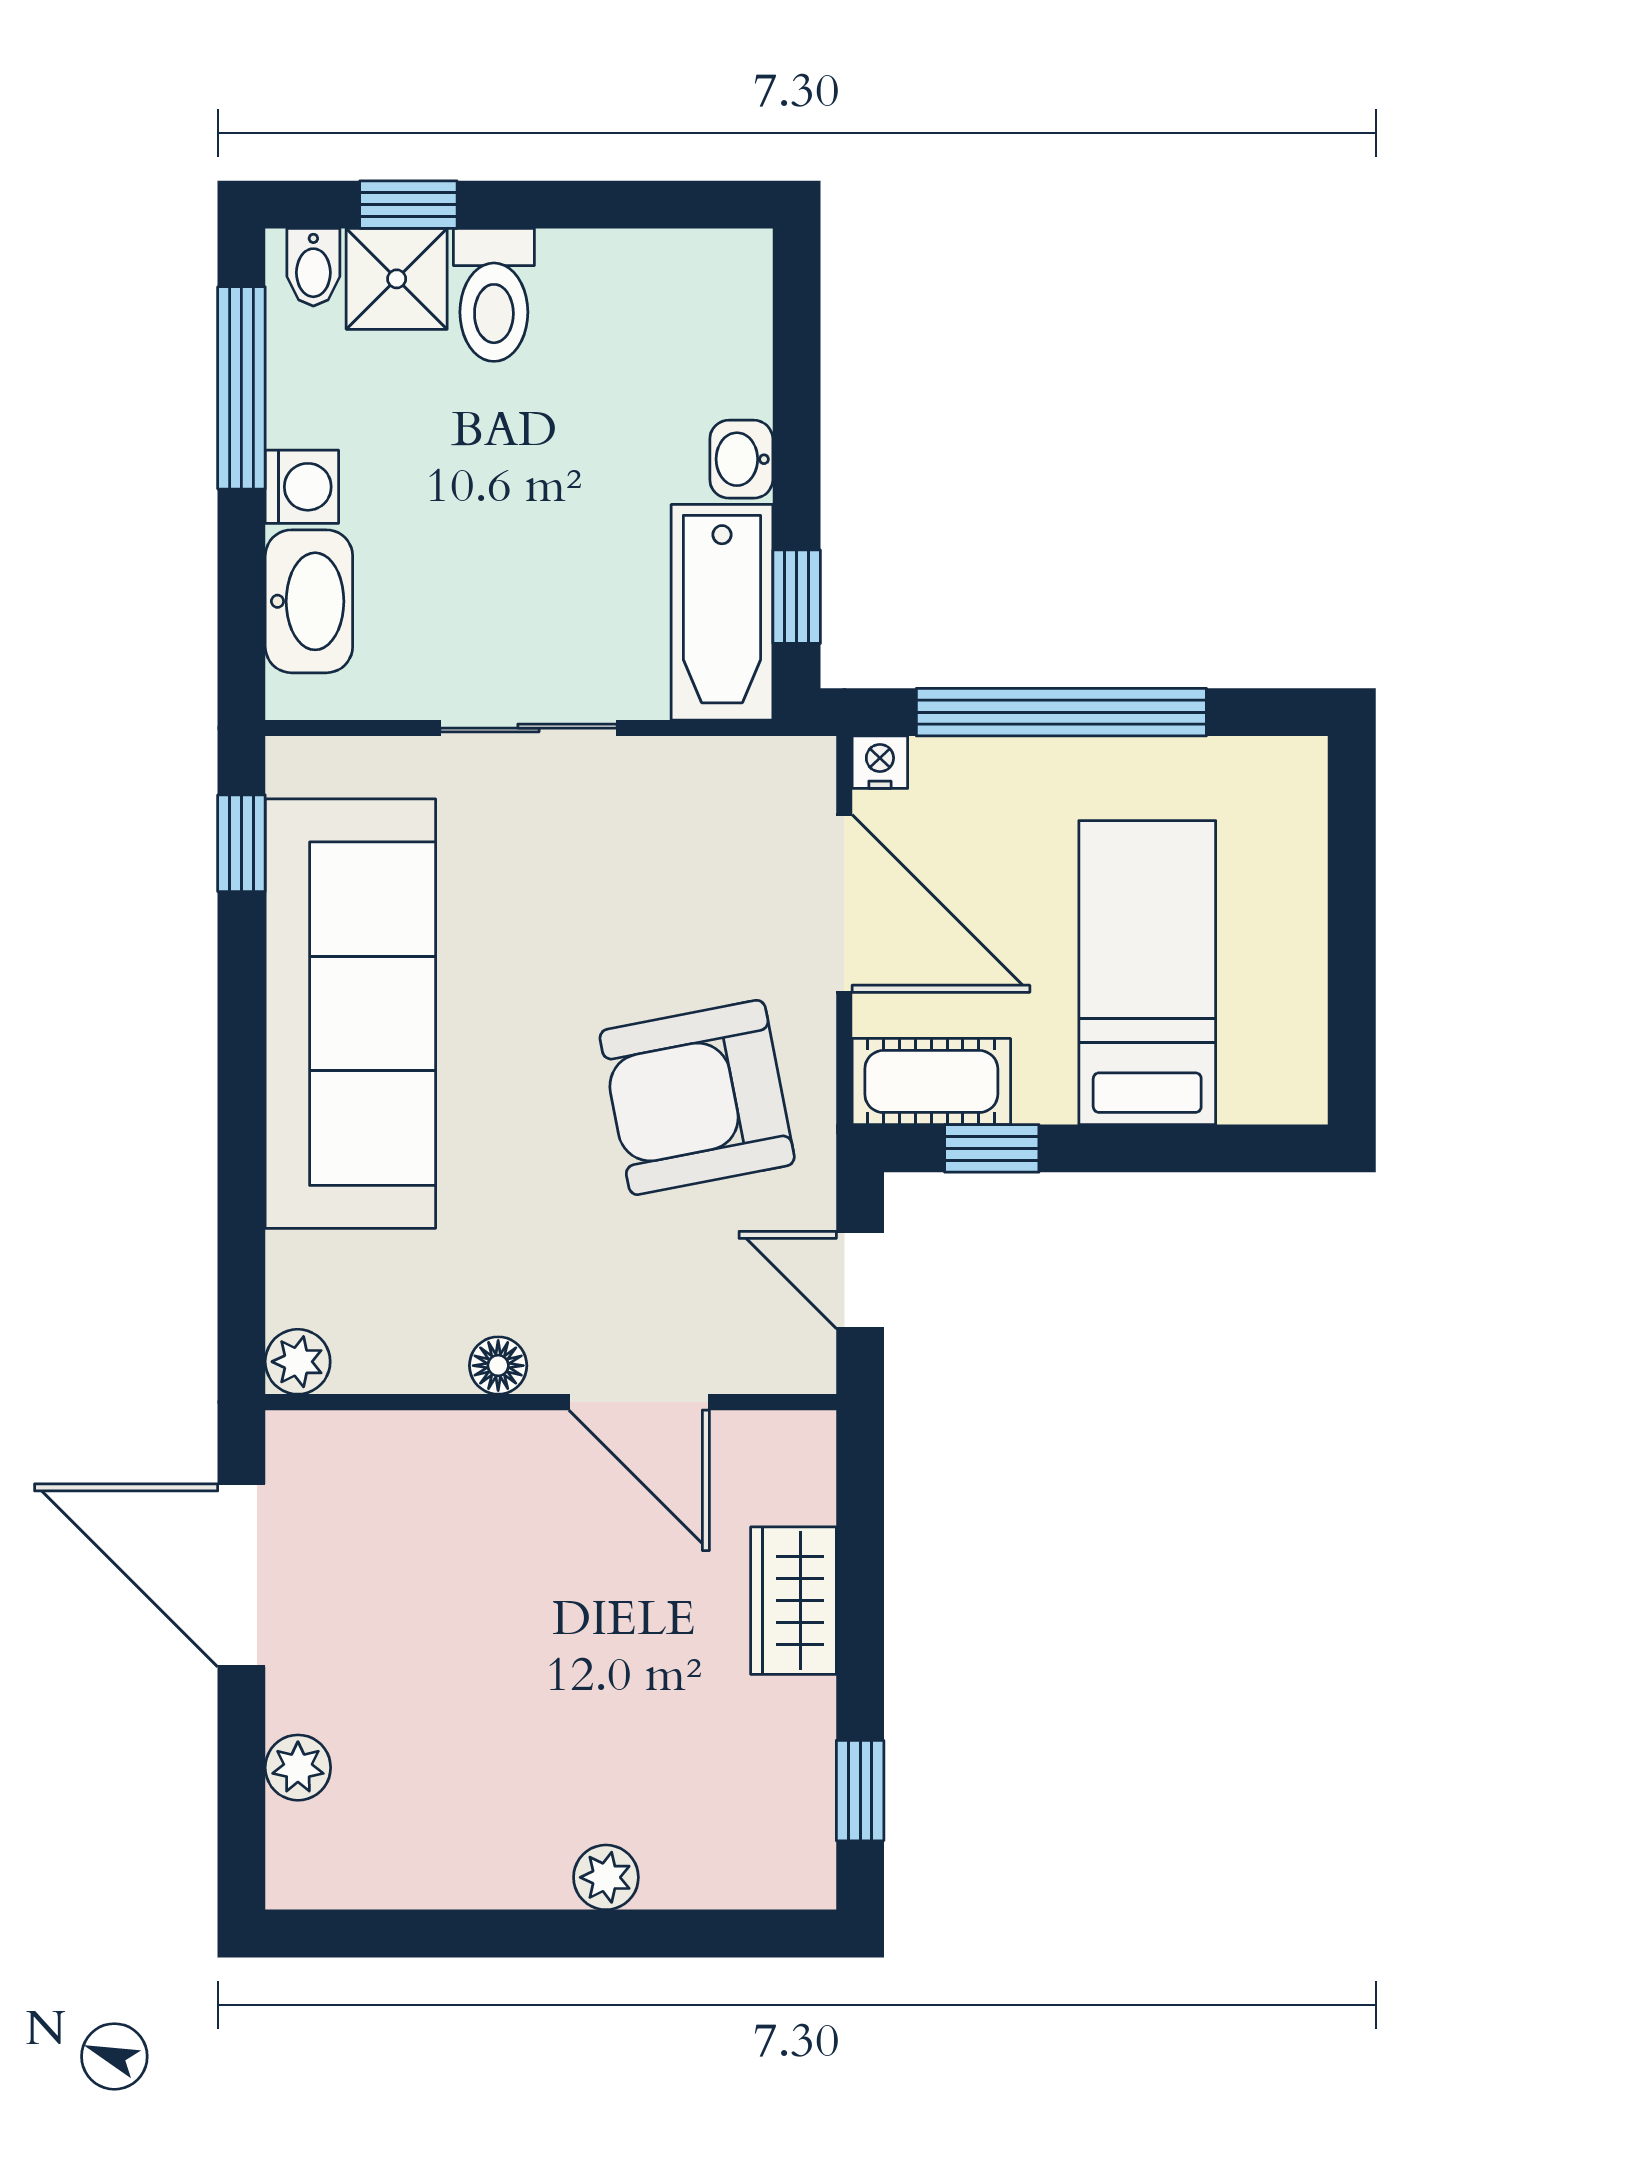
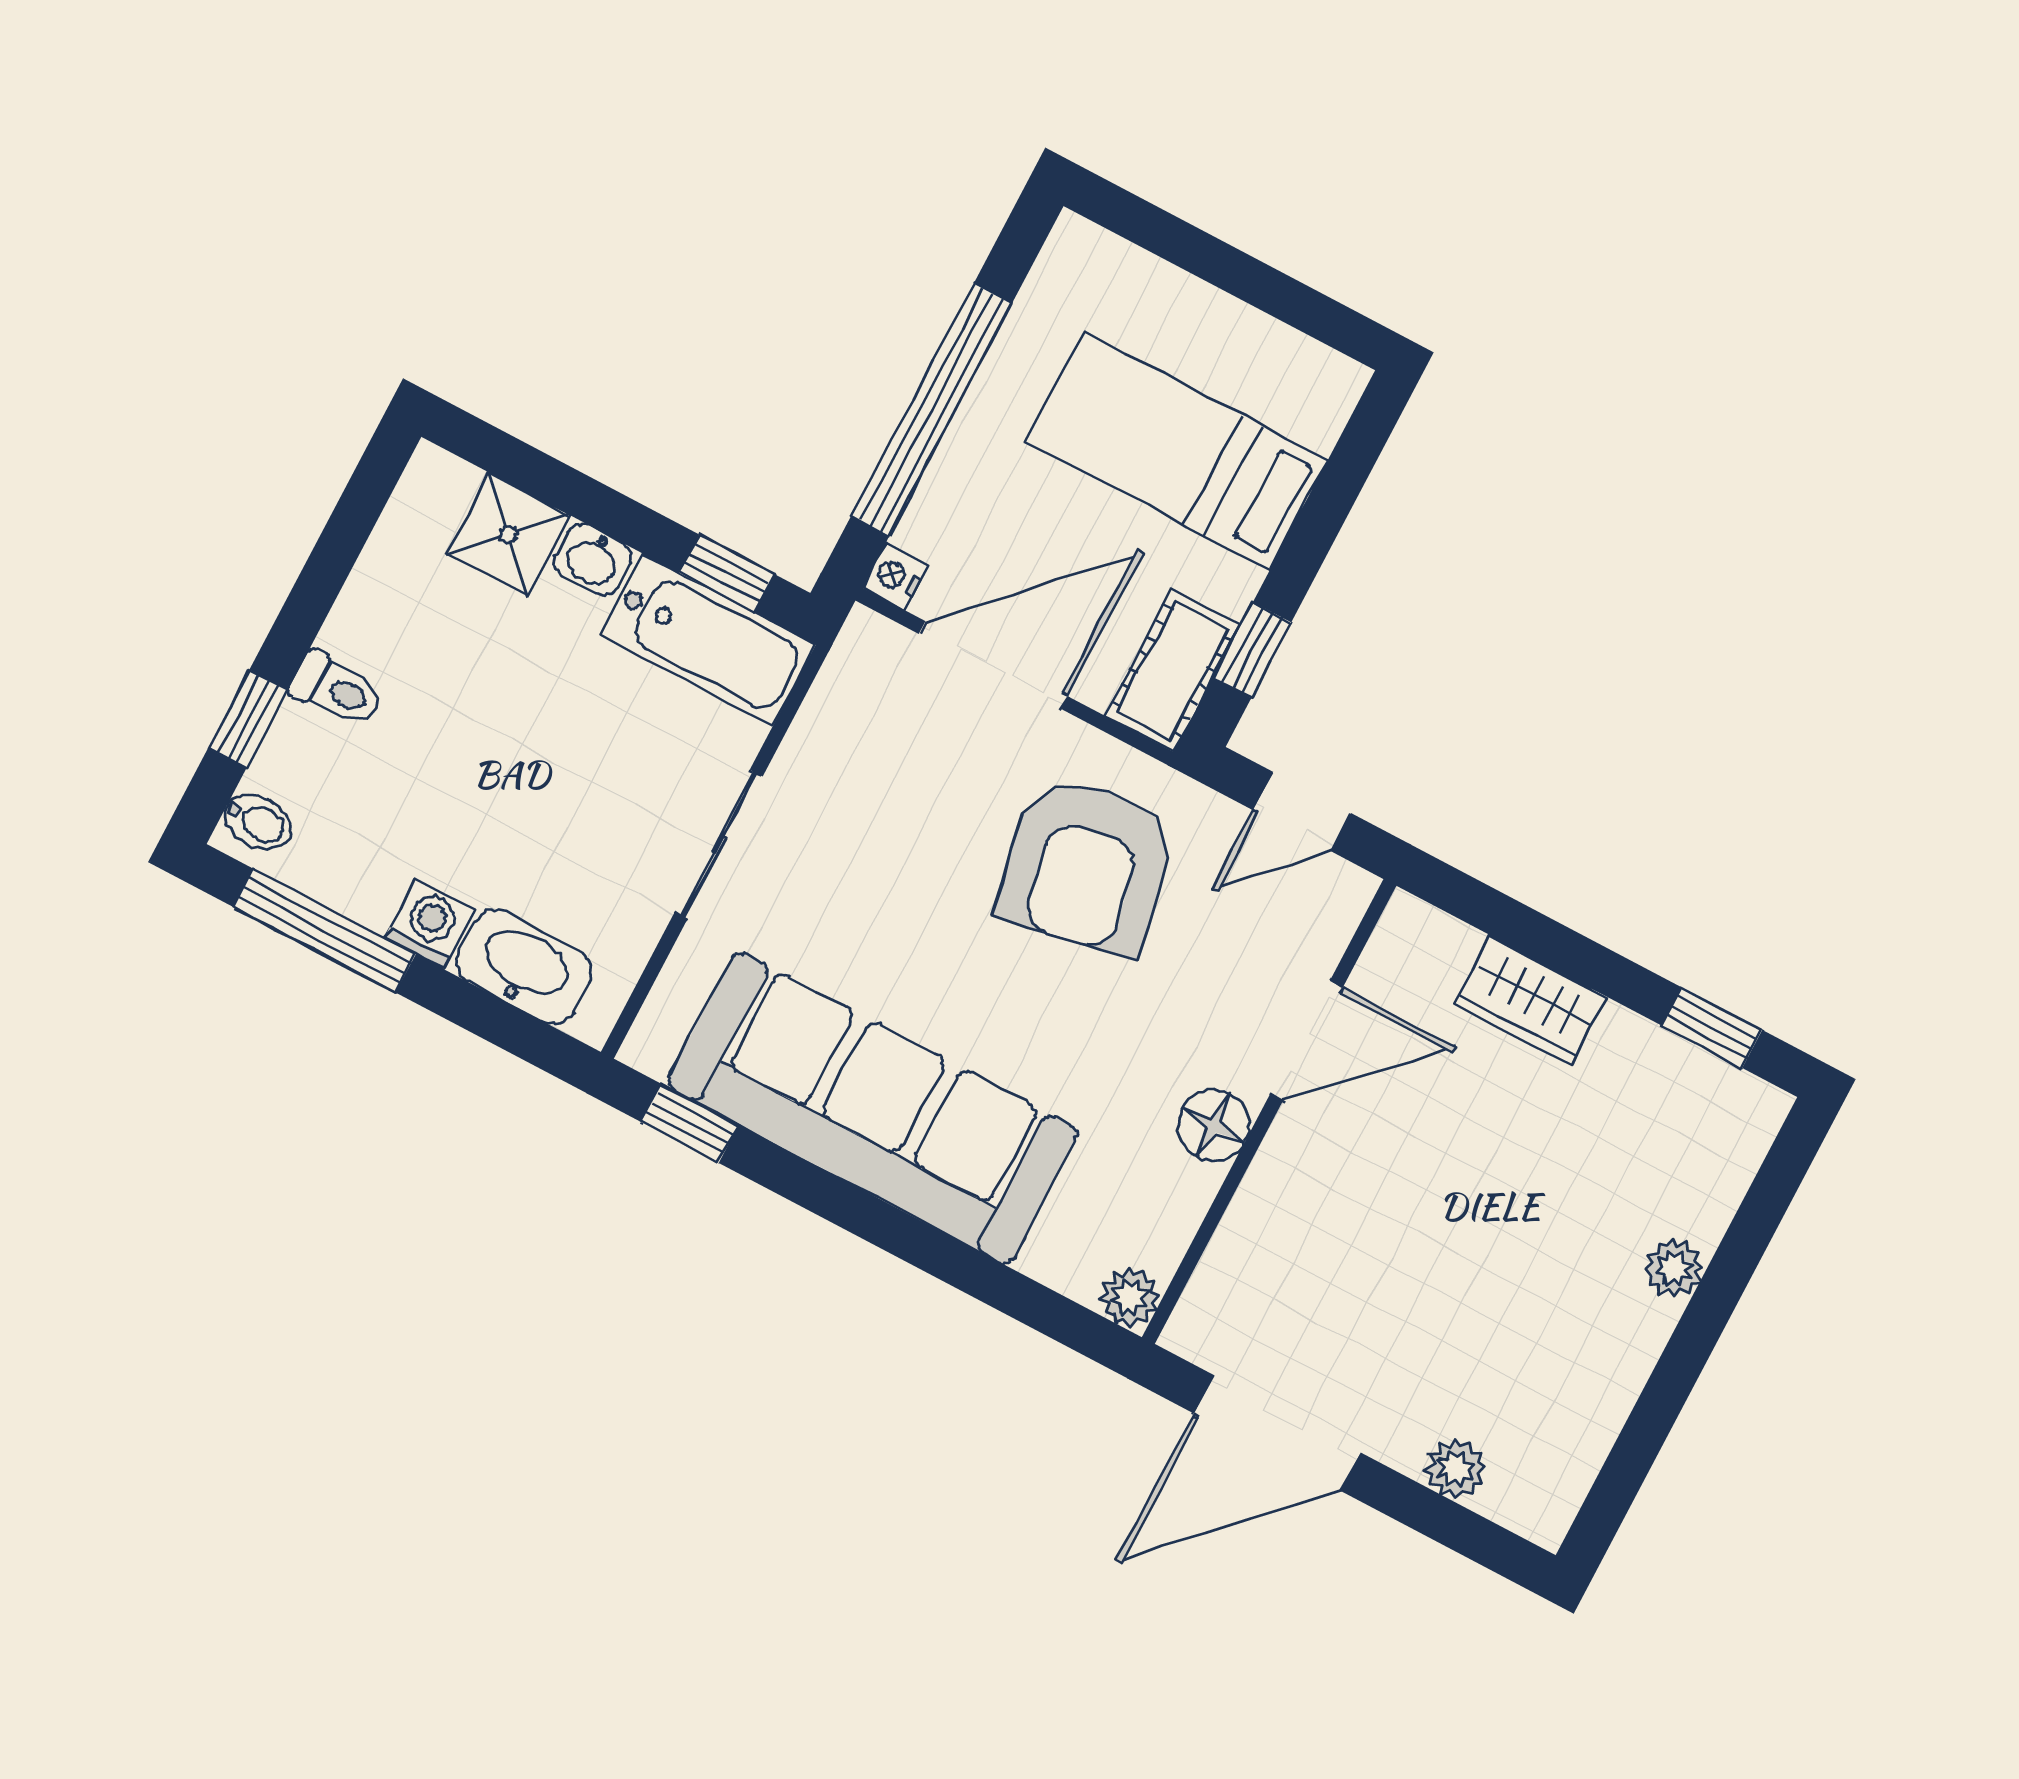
shower: (397, 279) -> (508, 534), moved
toilet: (494, 295) -> (337, 690), width x0.73, depth x0.72
floor lamp: (498, 1366) -> (1213, 1125), width x1.37, depth x1.37

